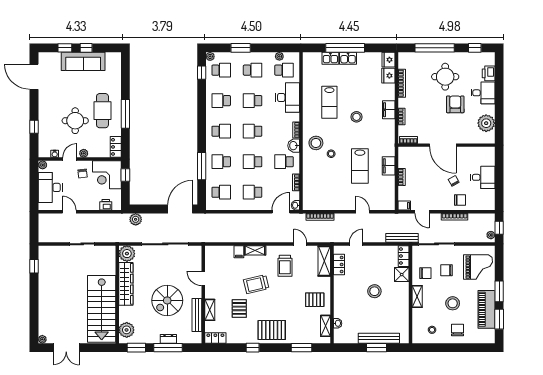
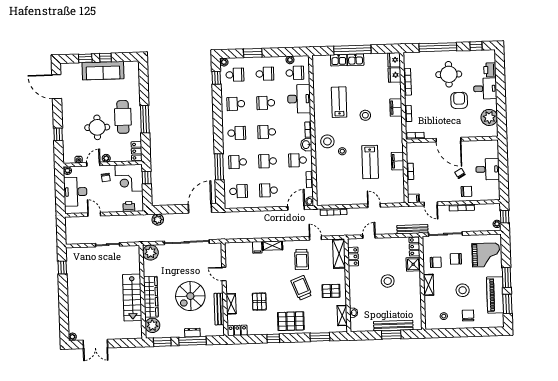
lab bench: (329, 102) -> (339, 102), turned 180
wardrobe: (126, 284) -> (151, 297), moved
trolley: (256, 284) -> (301, 288), moved, turned 82
stairs: (102, 309) -> (132, 297), width x0.73, depth x0.66

